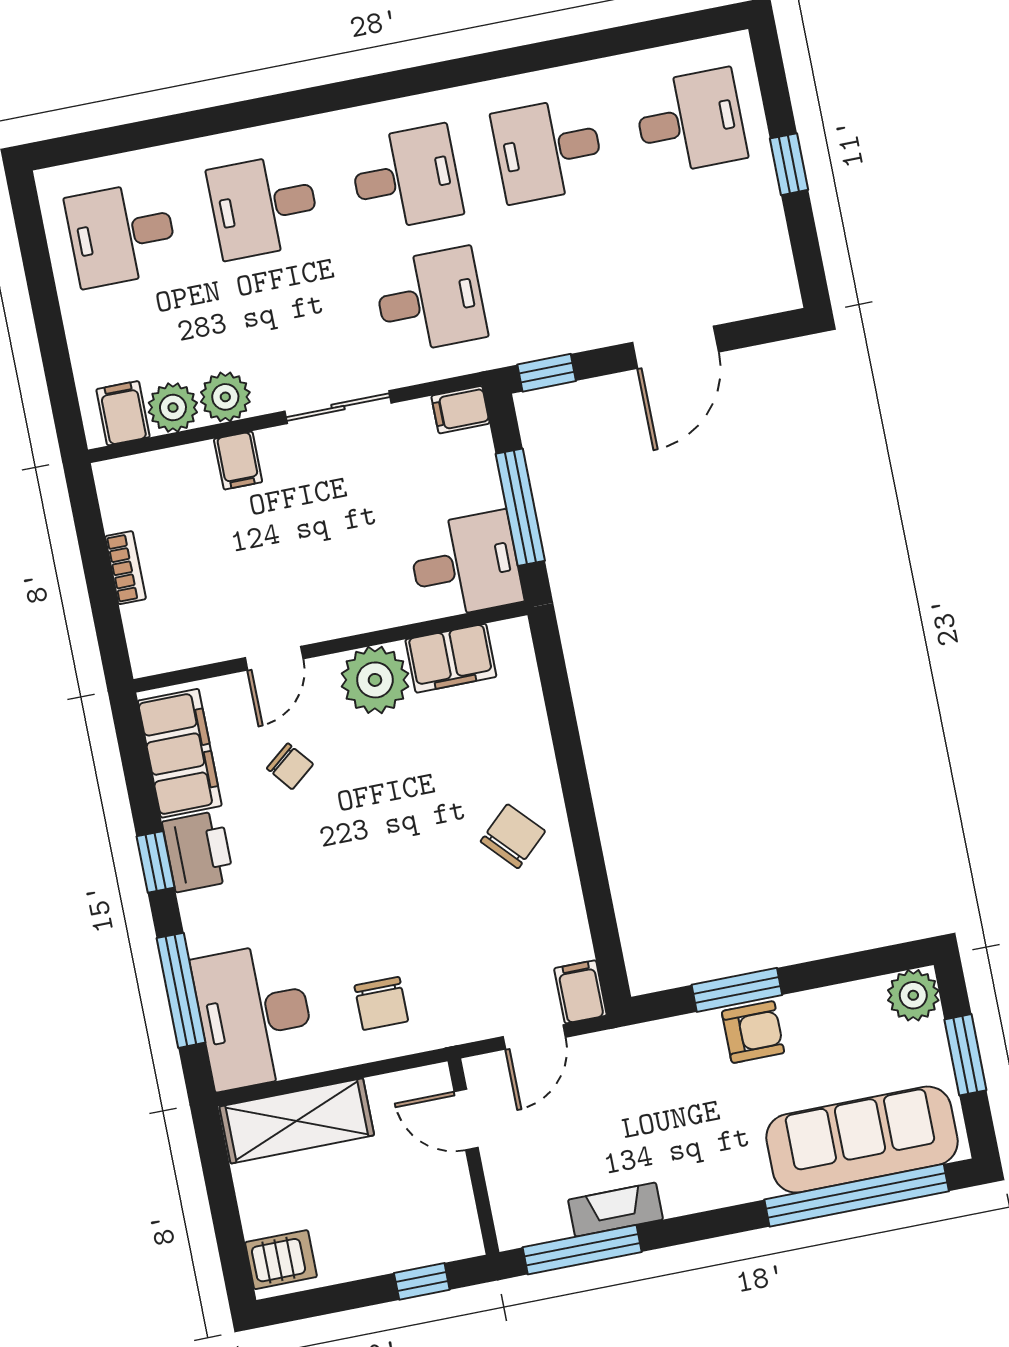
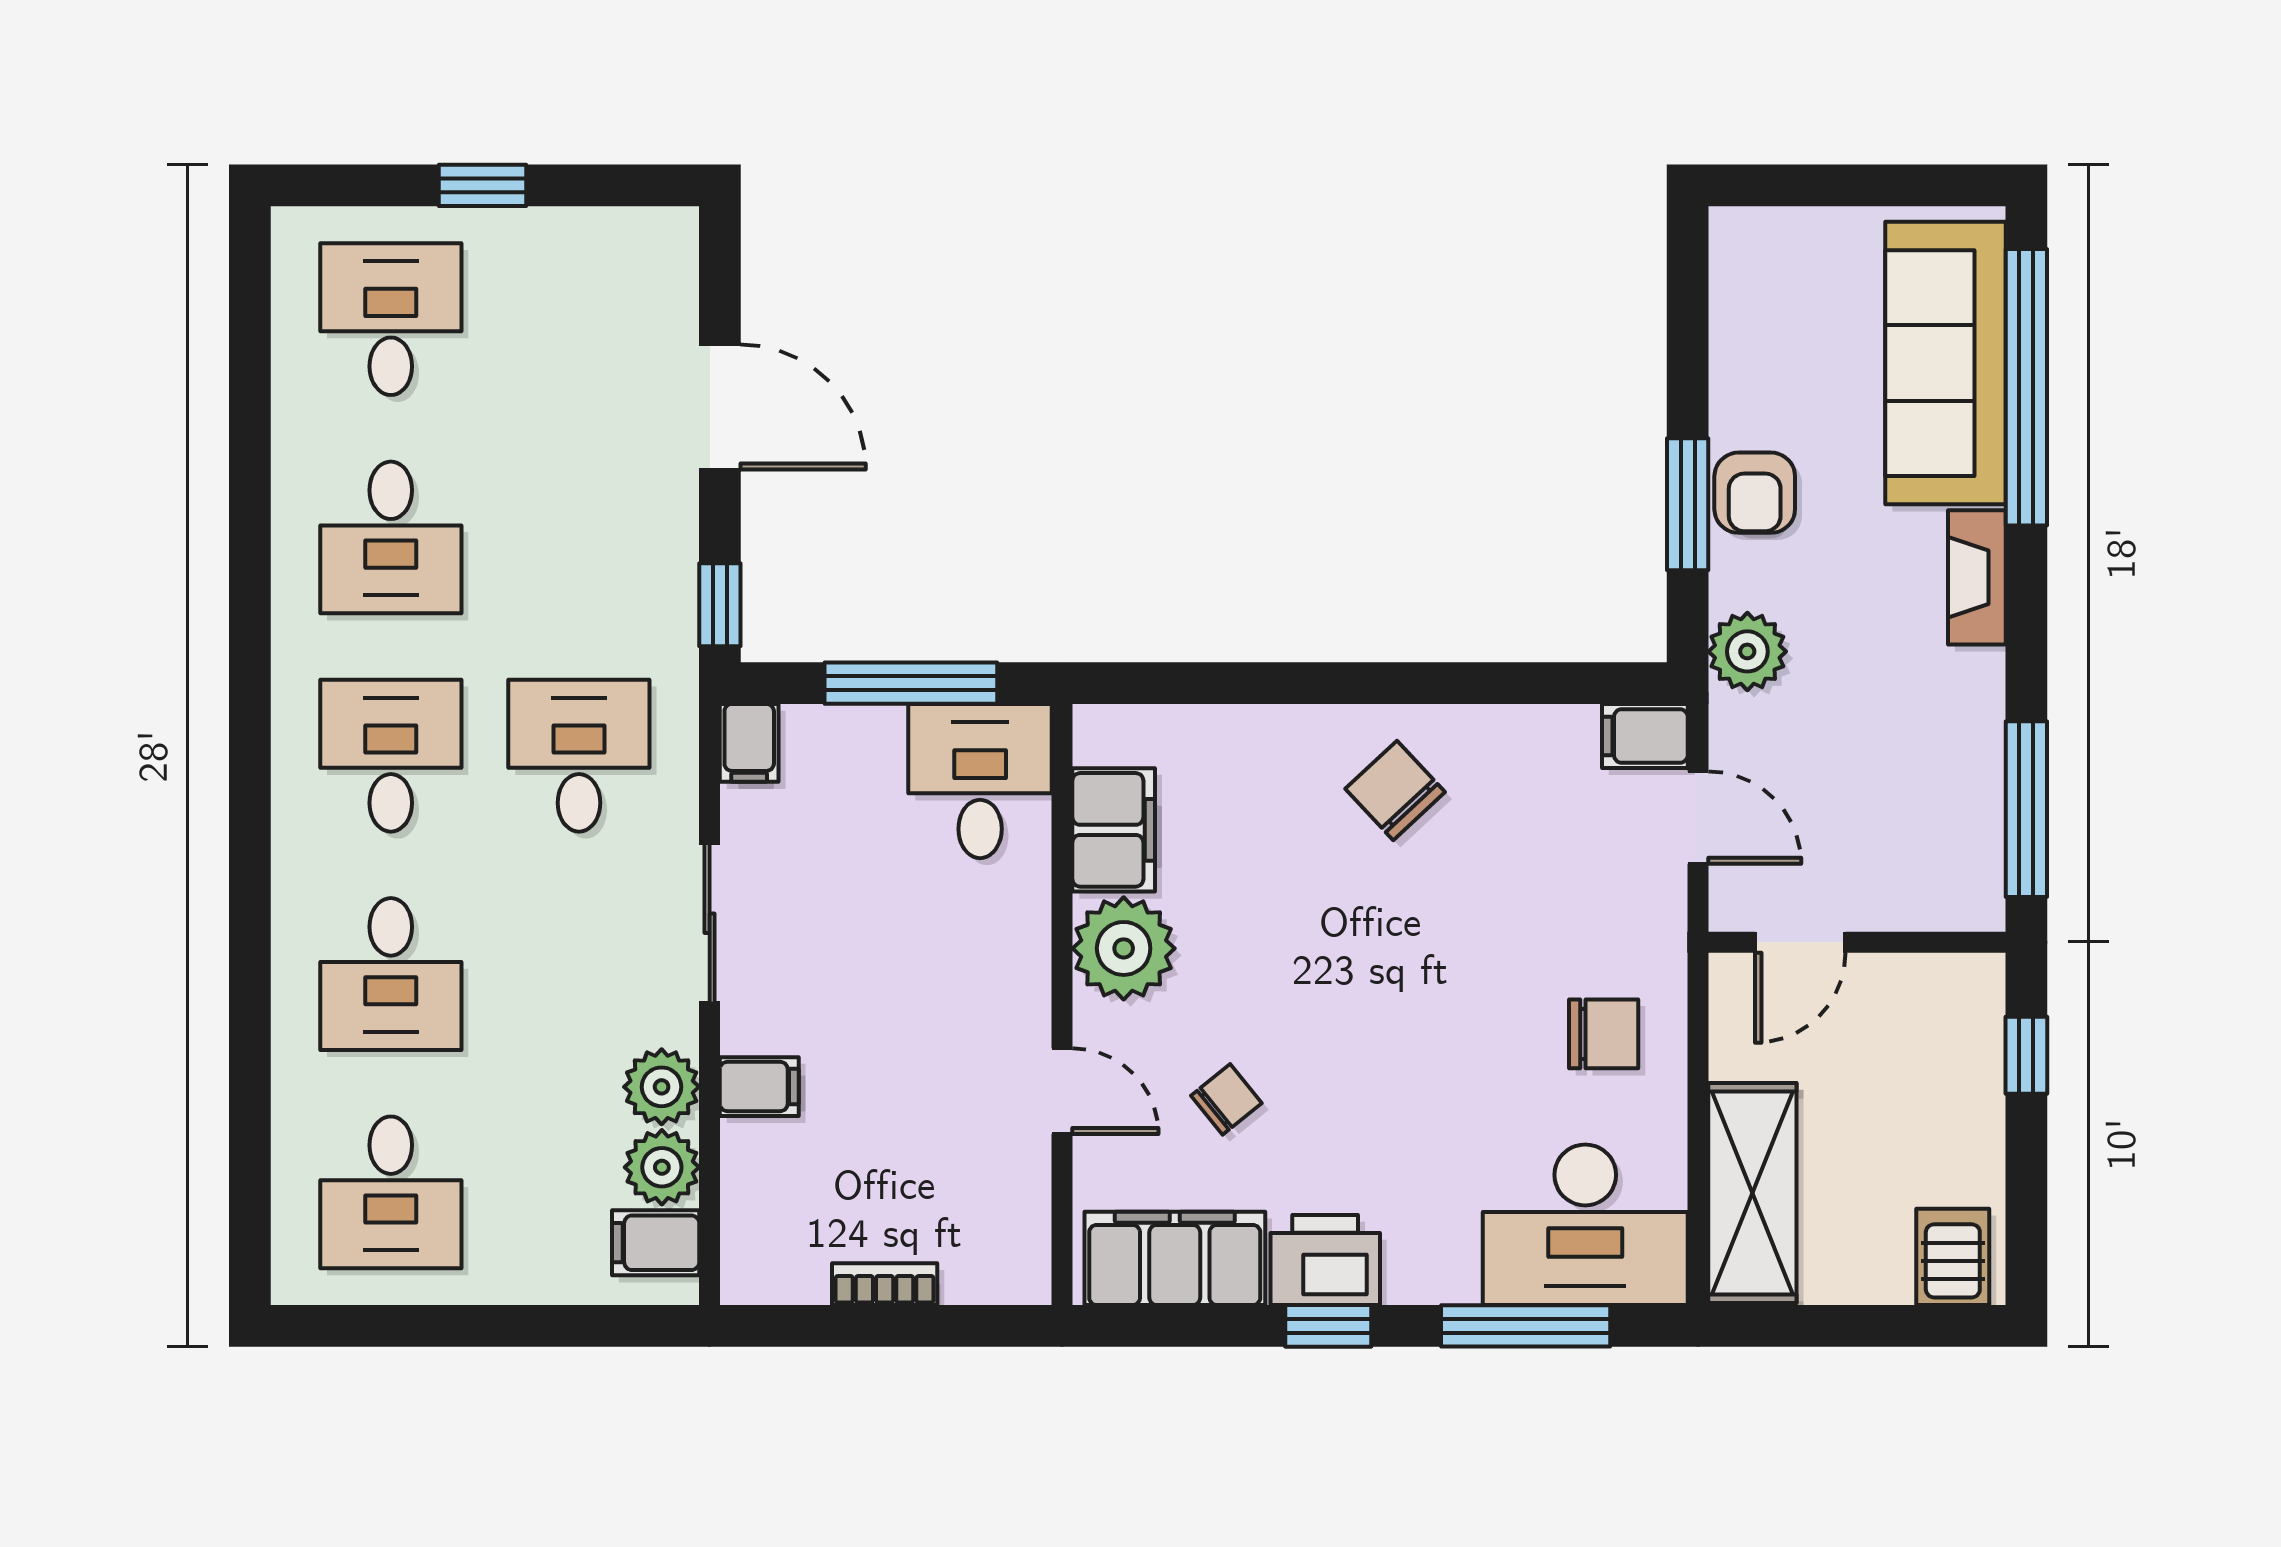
plant: (913, 995) -> (1747, 651), moved
armchair: (753, 1032) -> (1755, 493), turned 180
window: (965, 1055) -> (1850, 185), removed
fireplace: (616, 1210) -> (1977, 577), moved

